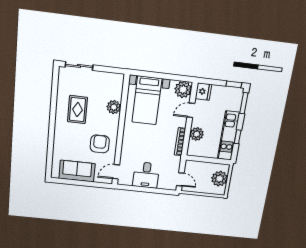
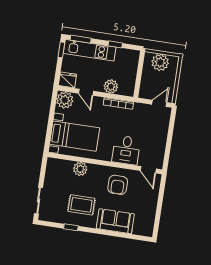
window: (54, 100) -> (71, 227), added
kitchen unit: (228, 136) -> (90, 50), moved
armchair: (100, 144) -> (118, 185), turned -90
sofa: (77, 171) -> (115, 221), moved, turned 90
desk: (146, 175) -> (126, 150), moved, turned 90

